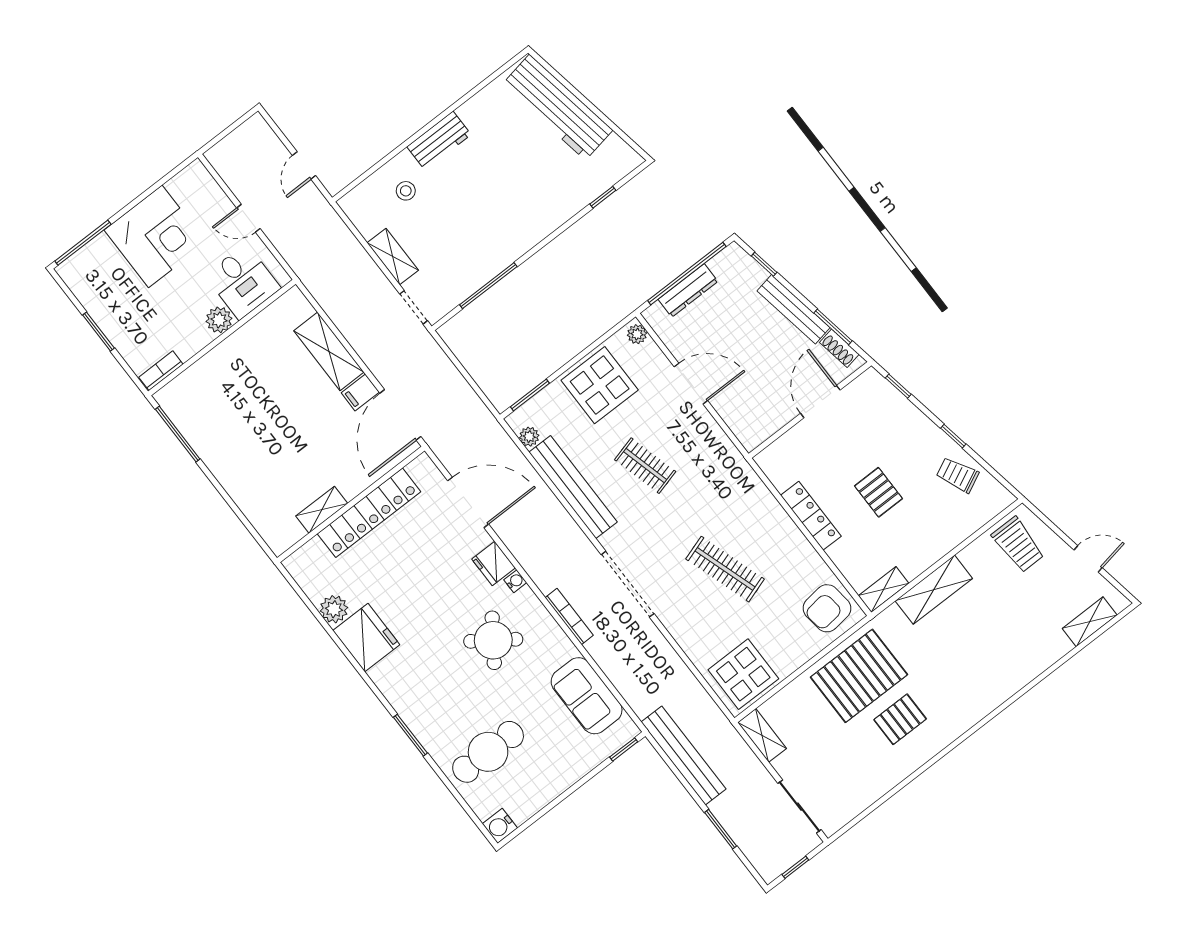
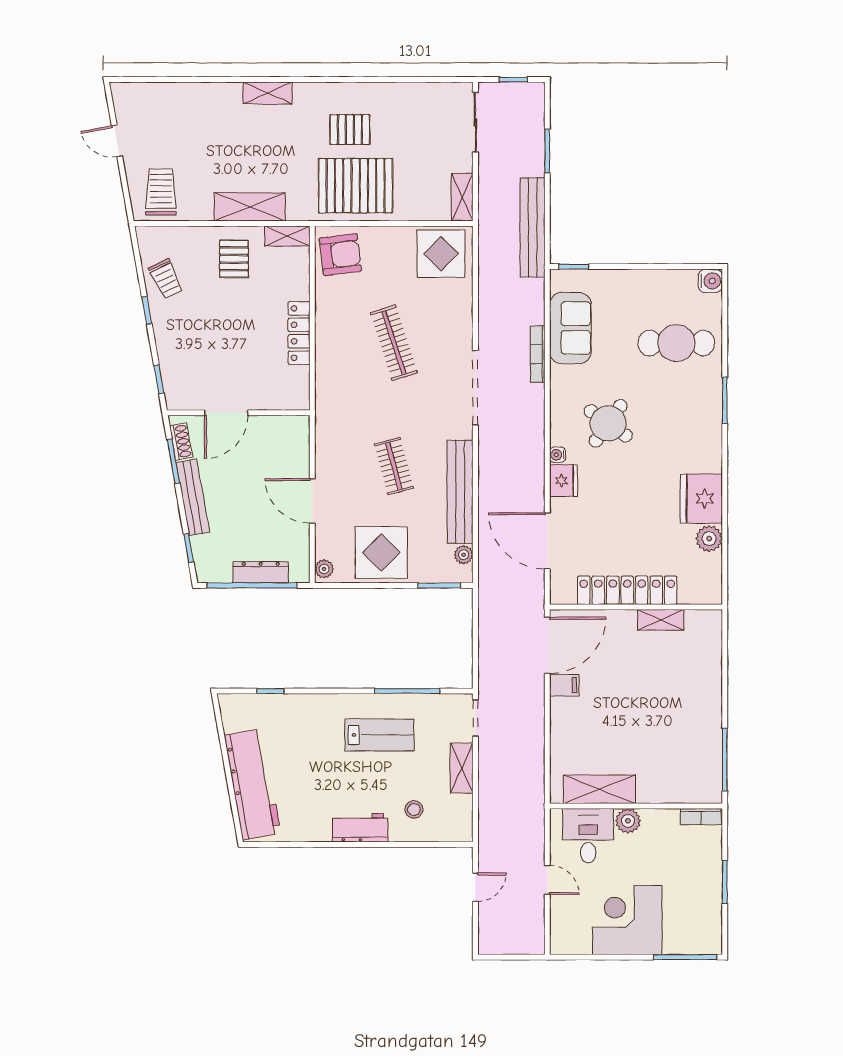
lab bench: (483, 231) -> (379, 735), added
shelving: (329, 351) -> (599, 789), moved, turned 90
pallet: (878, 492) -> (234, 259), moved
bookcase: (569, 617) -> (538, 354), moved
shelving: (1090, 622) -> (267, 93), moved

